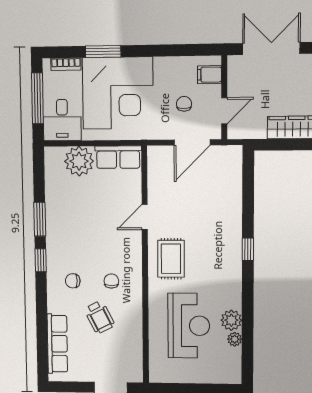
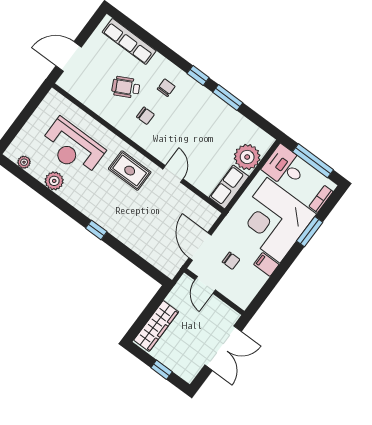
filing cabinet: (210, 75) -> (266, 264), moved, turned -90
plant: (235, 339) -> (24, 162), moved

